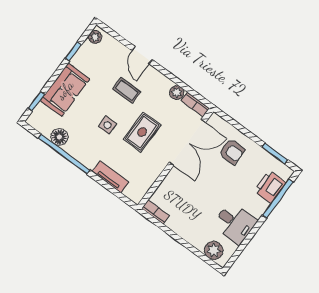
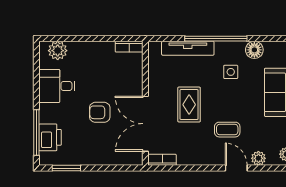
plant: (177, 93) -> (258, 158), moved
side table: (107, 125) -> (231, 72), moved
armchair: (232, 152) -> (100, 112), moved
window: (64, 154) -> (216, 39), moved
tv unit: (111, 177) -> (188, 48), width x1.41

